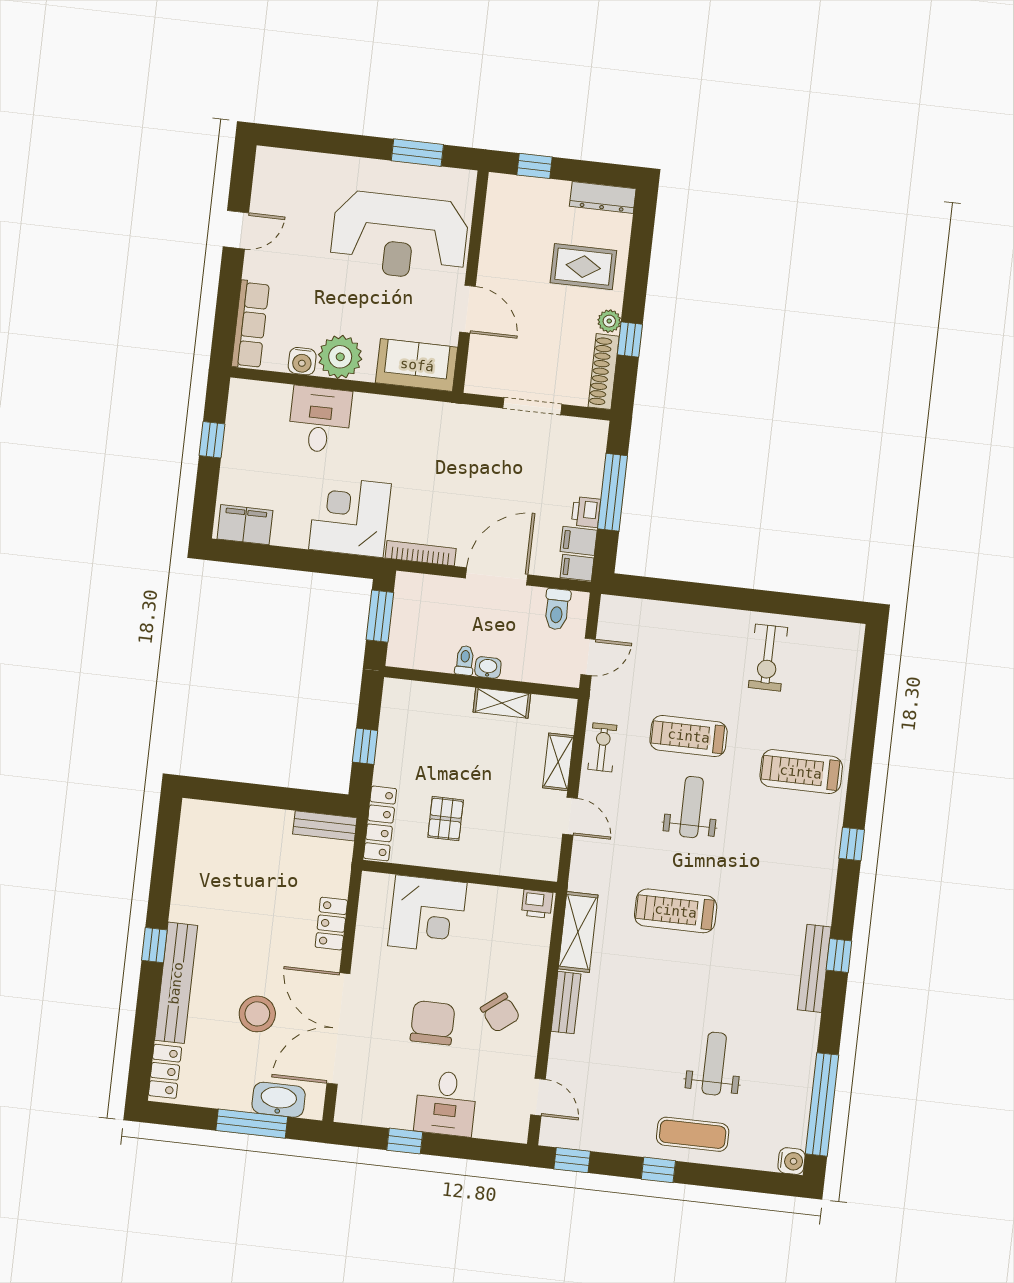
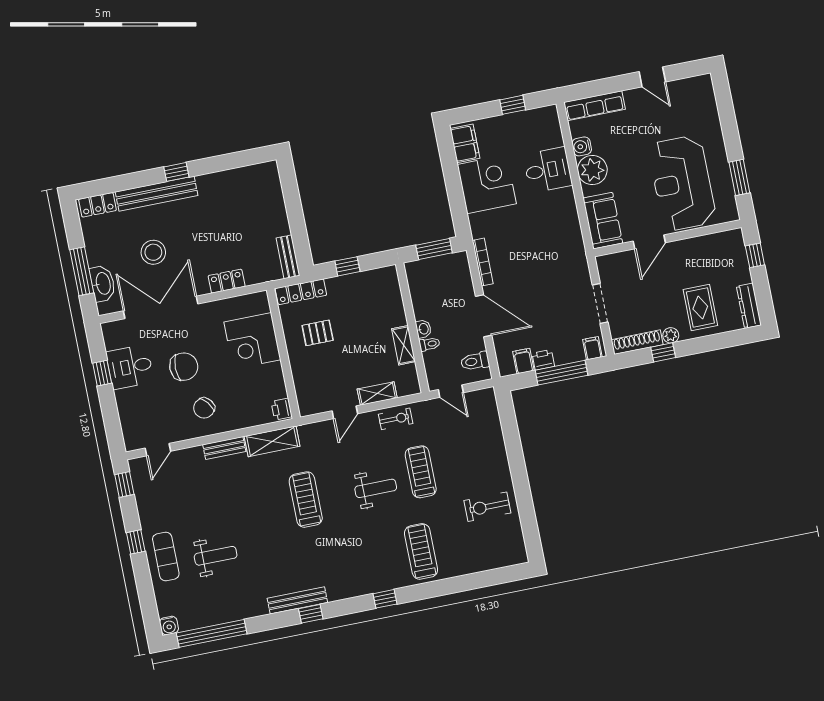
corner desk: (350, 517) -> (487, 184), moved
filing cabinet: (577, 568) -> (592, 348), moved
toilet: (465, 660) -> (429, 344), moved
desk: (446, 1103) -> (130, 367), moved

